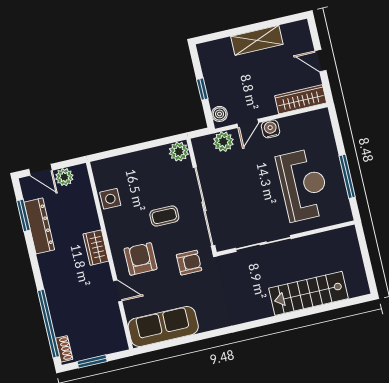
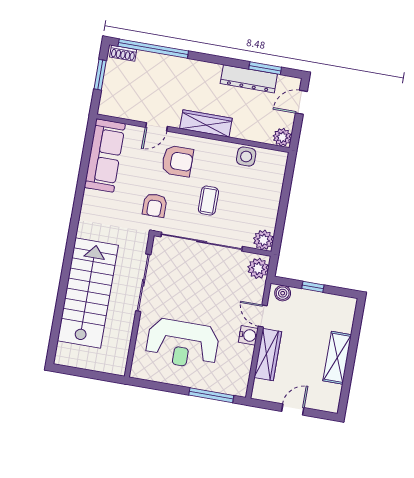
wardrobe: (301, 99) -> (268, 355), moved
plant: (223, 142) -> (258, 268), moved
window: (347, 176) -> (211, 395), moved
plant: (64, 177) -> (282, 137), moved
wardrobe: (96, 248) -> (206, 123), width x1.50
stairs: (308, 293) -> (88, 293), width x1.36, depth x1.51

